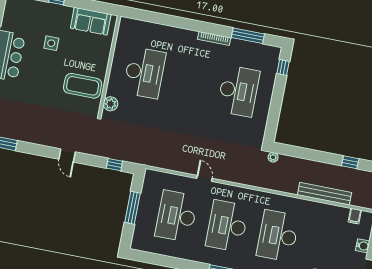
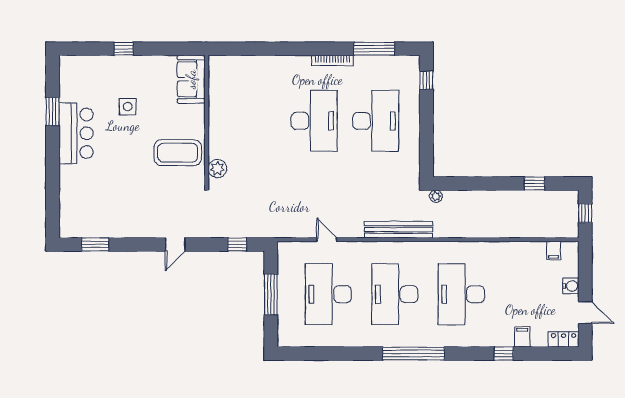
sofa: (91, 21) -> (191, 79), moved, turned 90
desk: (144, 73) -> (314, 121), moved
door: (67, 155) -> (175, 244), hinge flipped
door: (204, 178) -> (327, 240), moved
bench: (325, 194) -> (398, 230), moved

